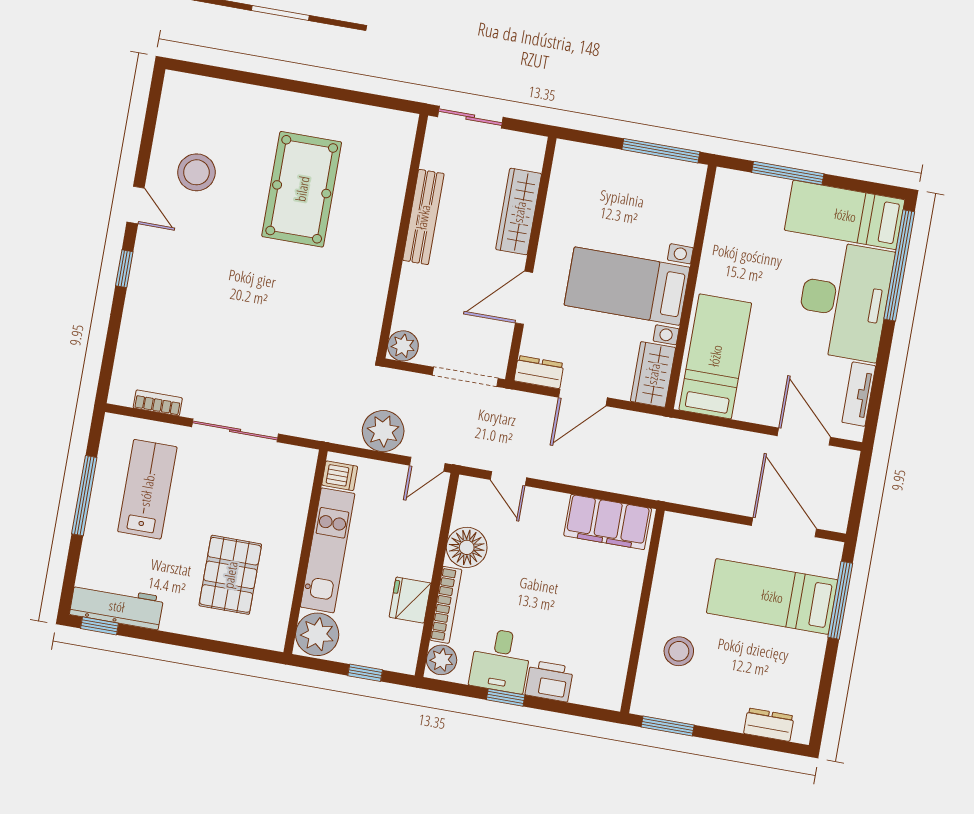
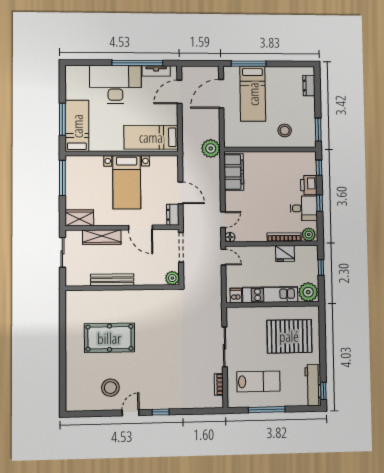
sliding door: (470, 117) -> (62, 252), moved
bed: (845, 215) -> (77, 126), moved, turned 180
window: (899, 265) -> (137, 63), moved
wardrobe: (653, 374) -> (79, 218), moved, turned 180
plant: (383, 431) -> (211, 148), moved
lab bench: (147, 489) -> (258, 381), turned 180
floor lamp: (467, 547) -> (230, 237), moved, width x0.53, depth x0.53
pallet: (230, 575) -> (289, 336), width x1.37, depth x1.41
window: (583, 711) -> (319, 168), added

